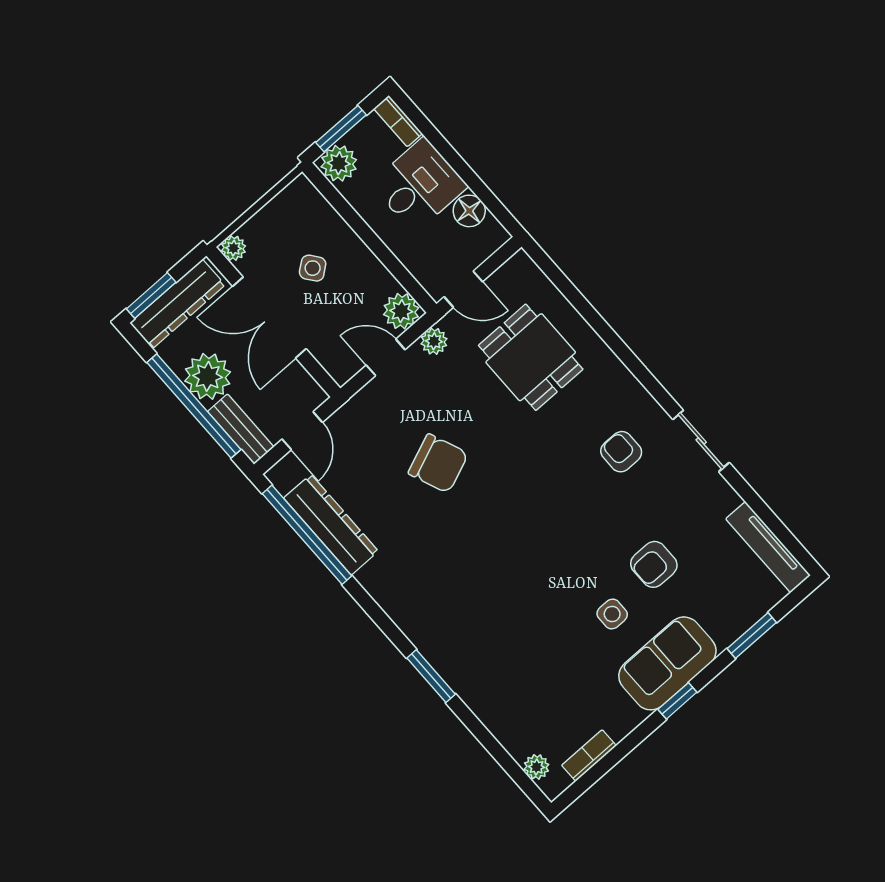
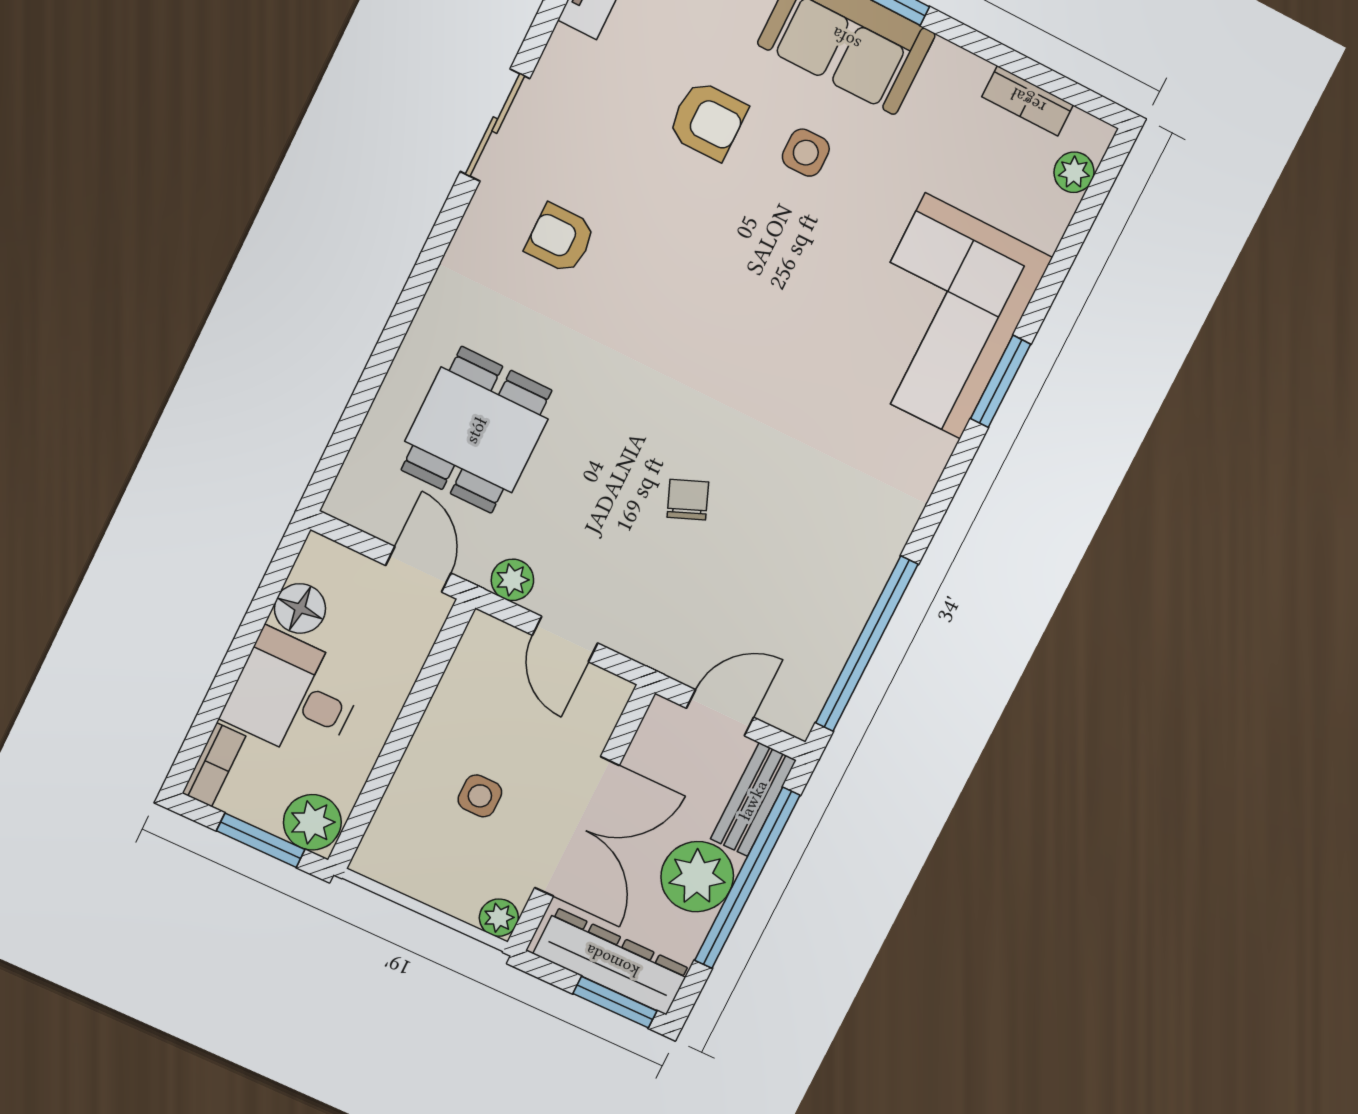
side table: (313, 268) -> (480, 796), turned 38
plant: (401, 311) -> (488, 645), removed
armchair: (621, 452) -> (560, 239), turned 90
chair: (438, 463) -> (688, 500), width x0.54, depth x0.54
dresser: (331, 525) -> (839, 616), removed
corner sofa: (484, 657) -> (943, 316), added

